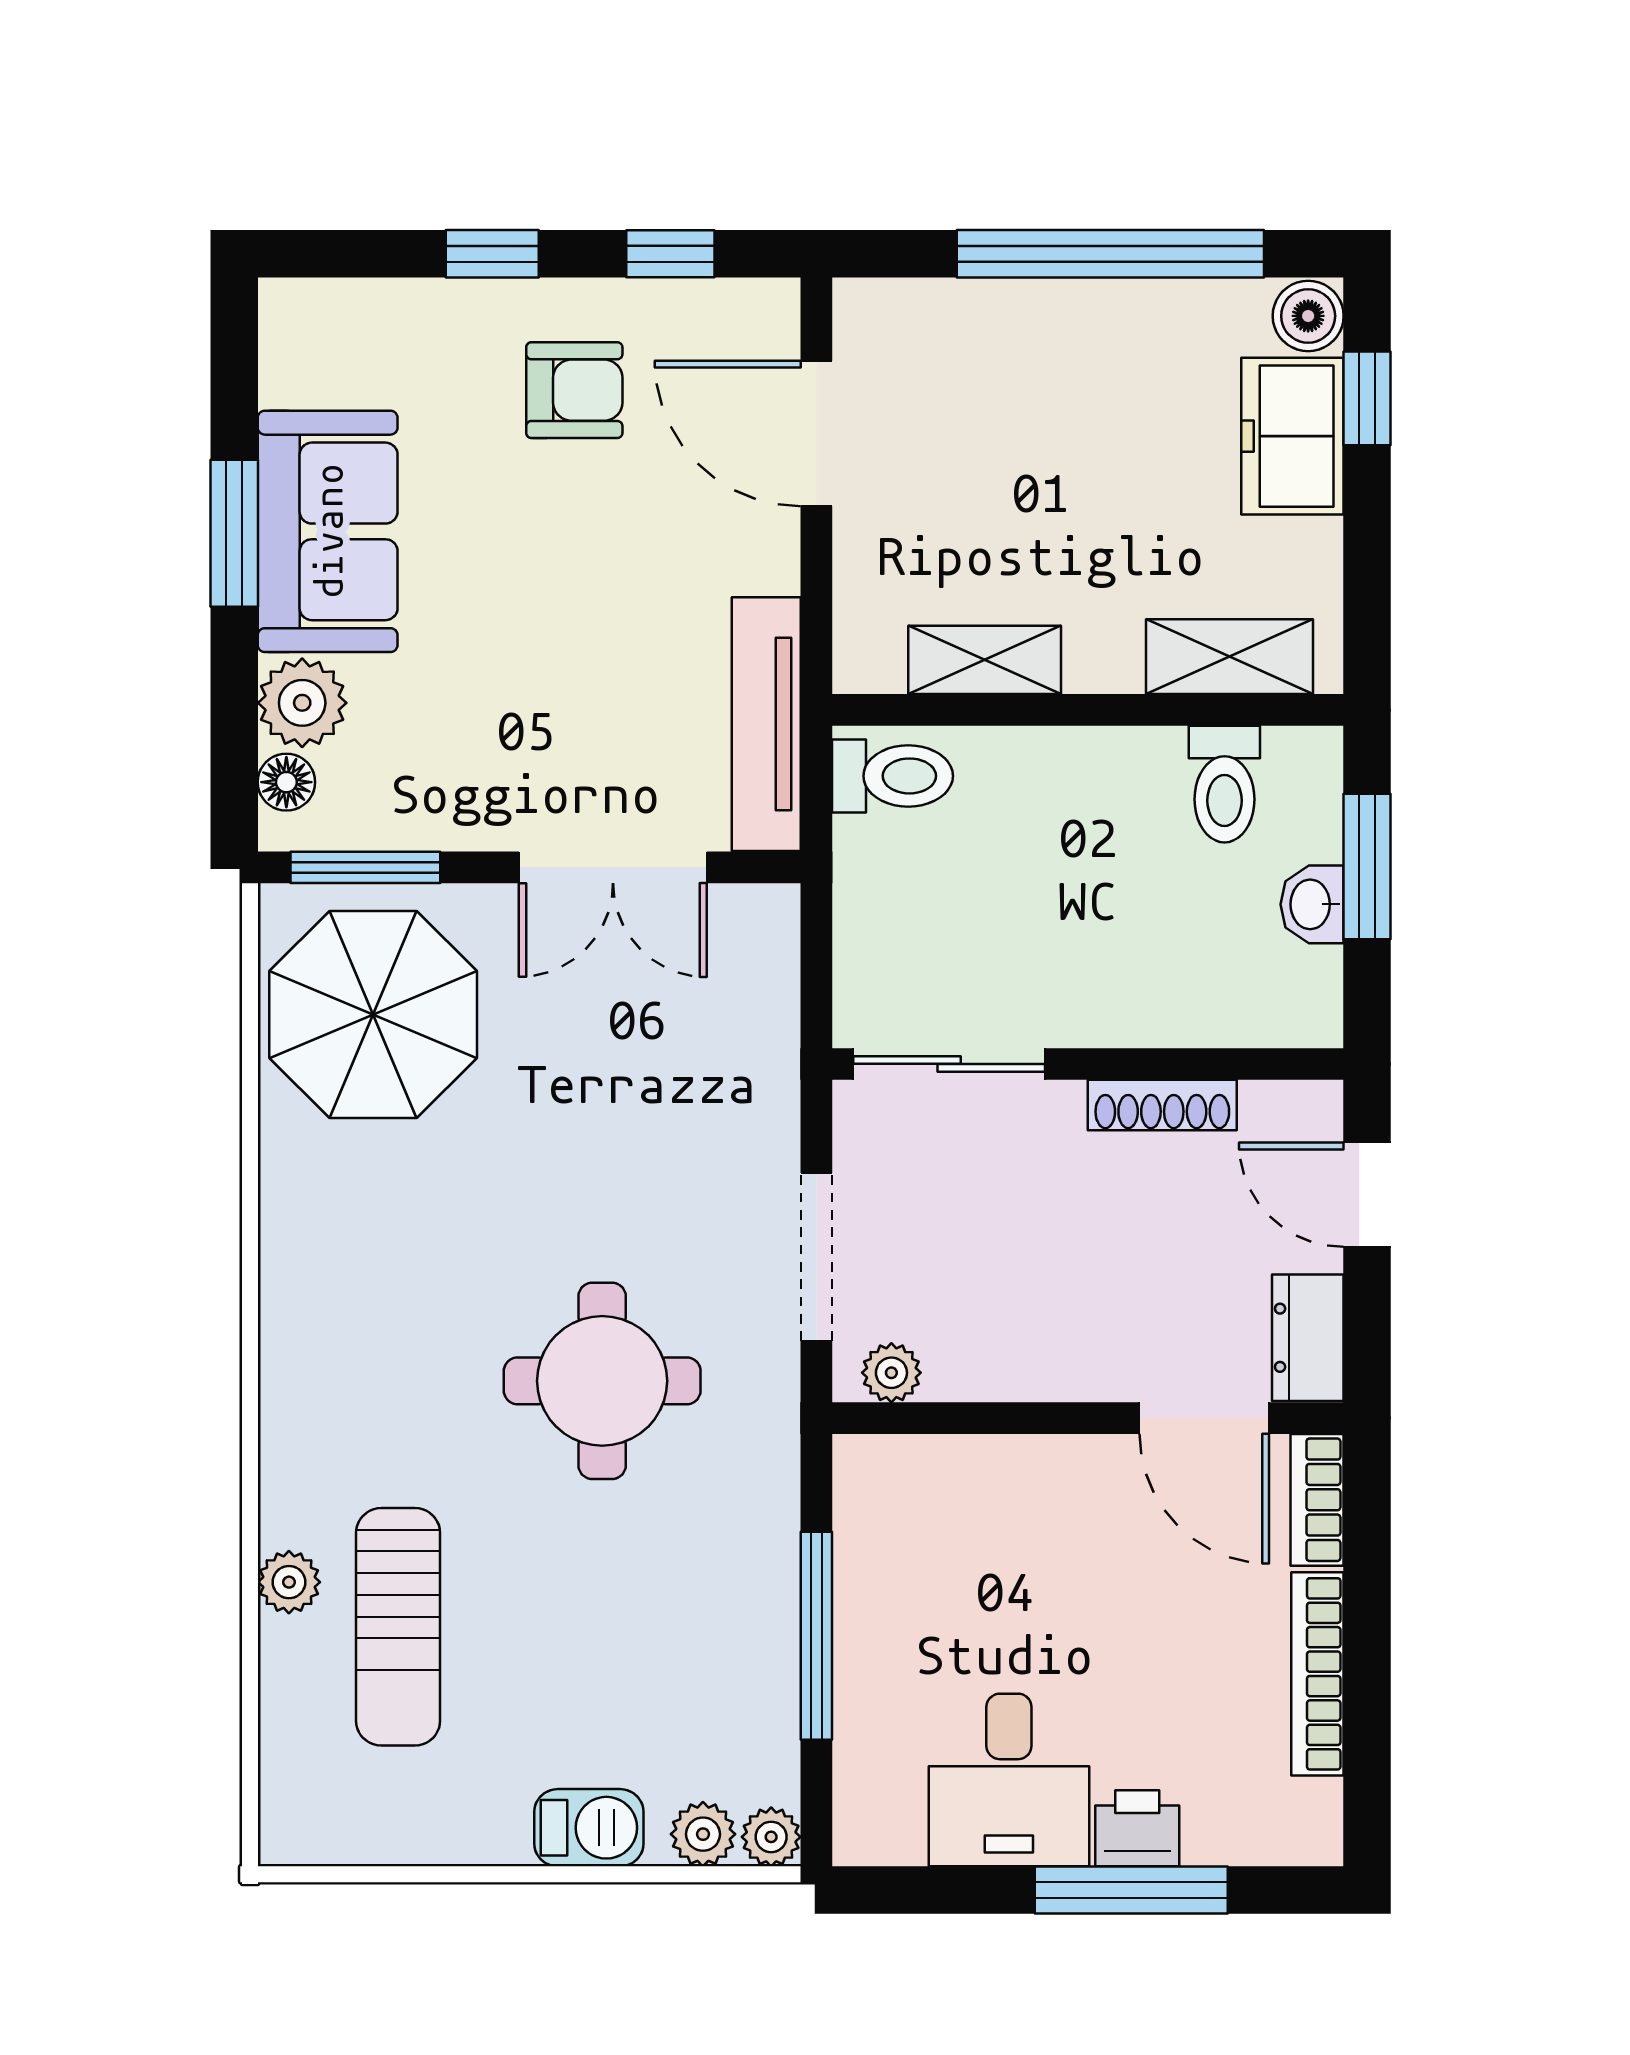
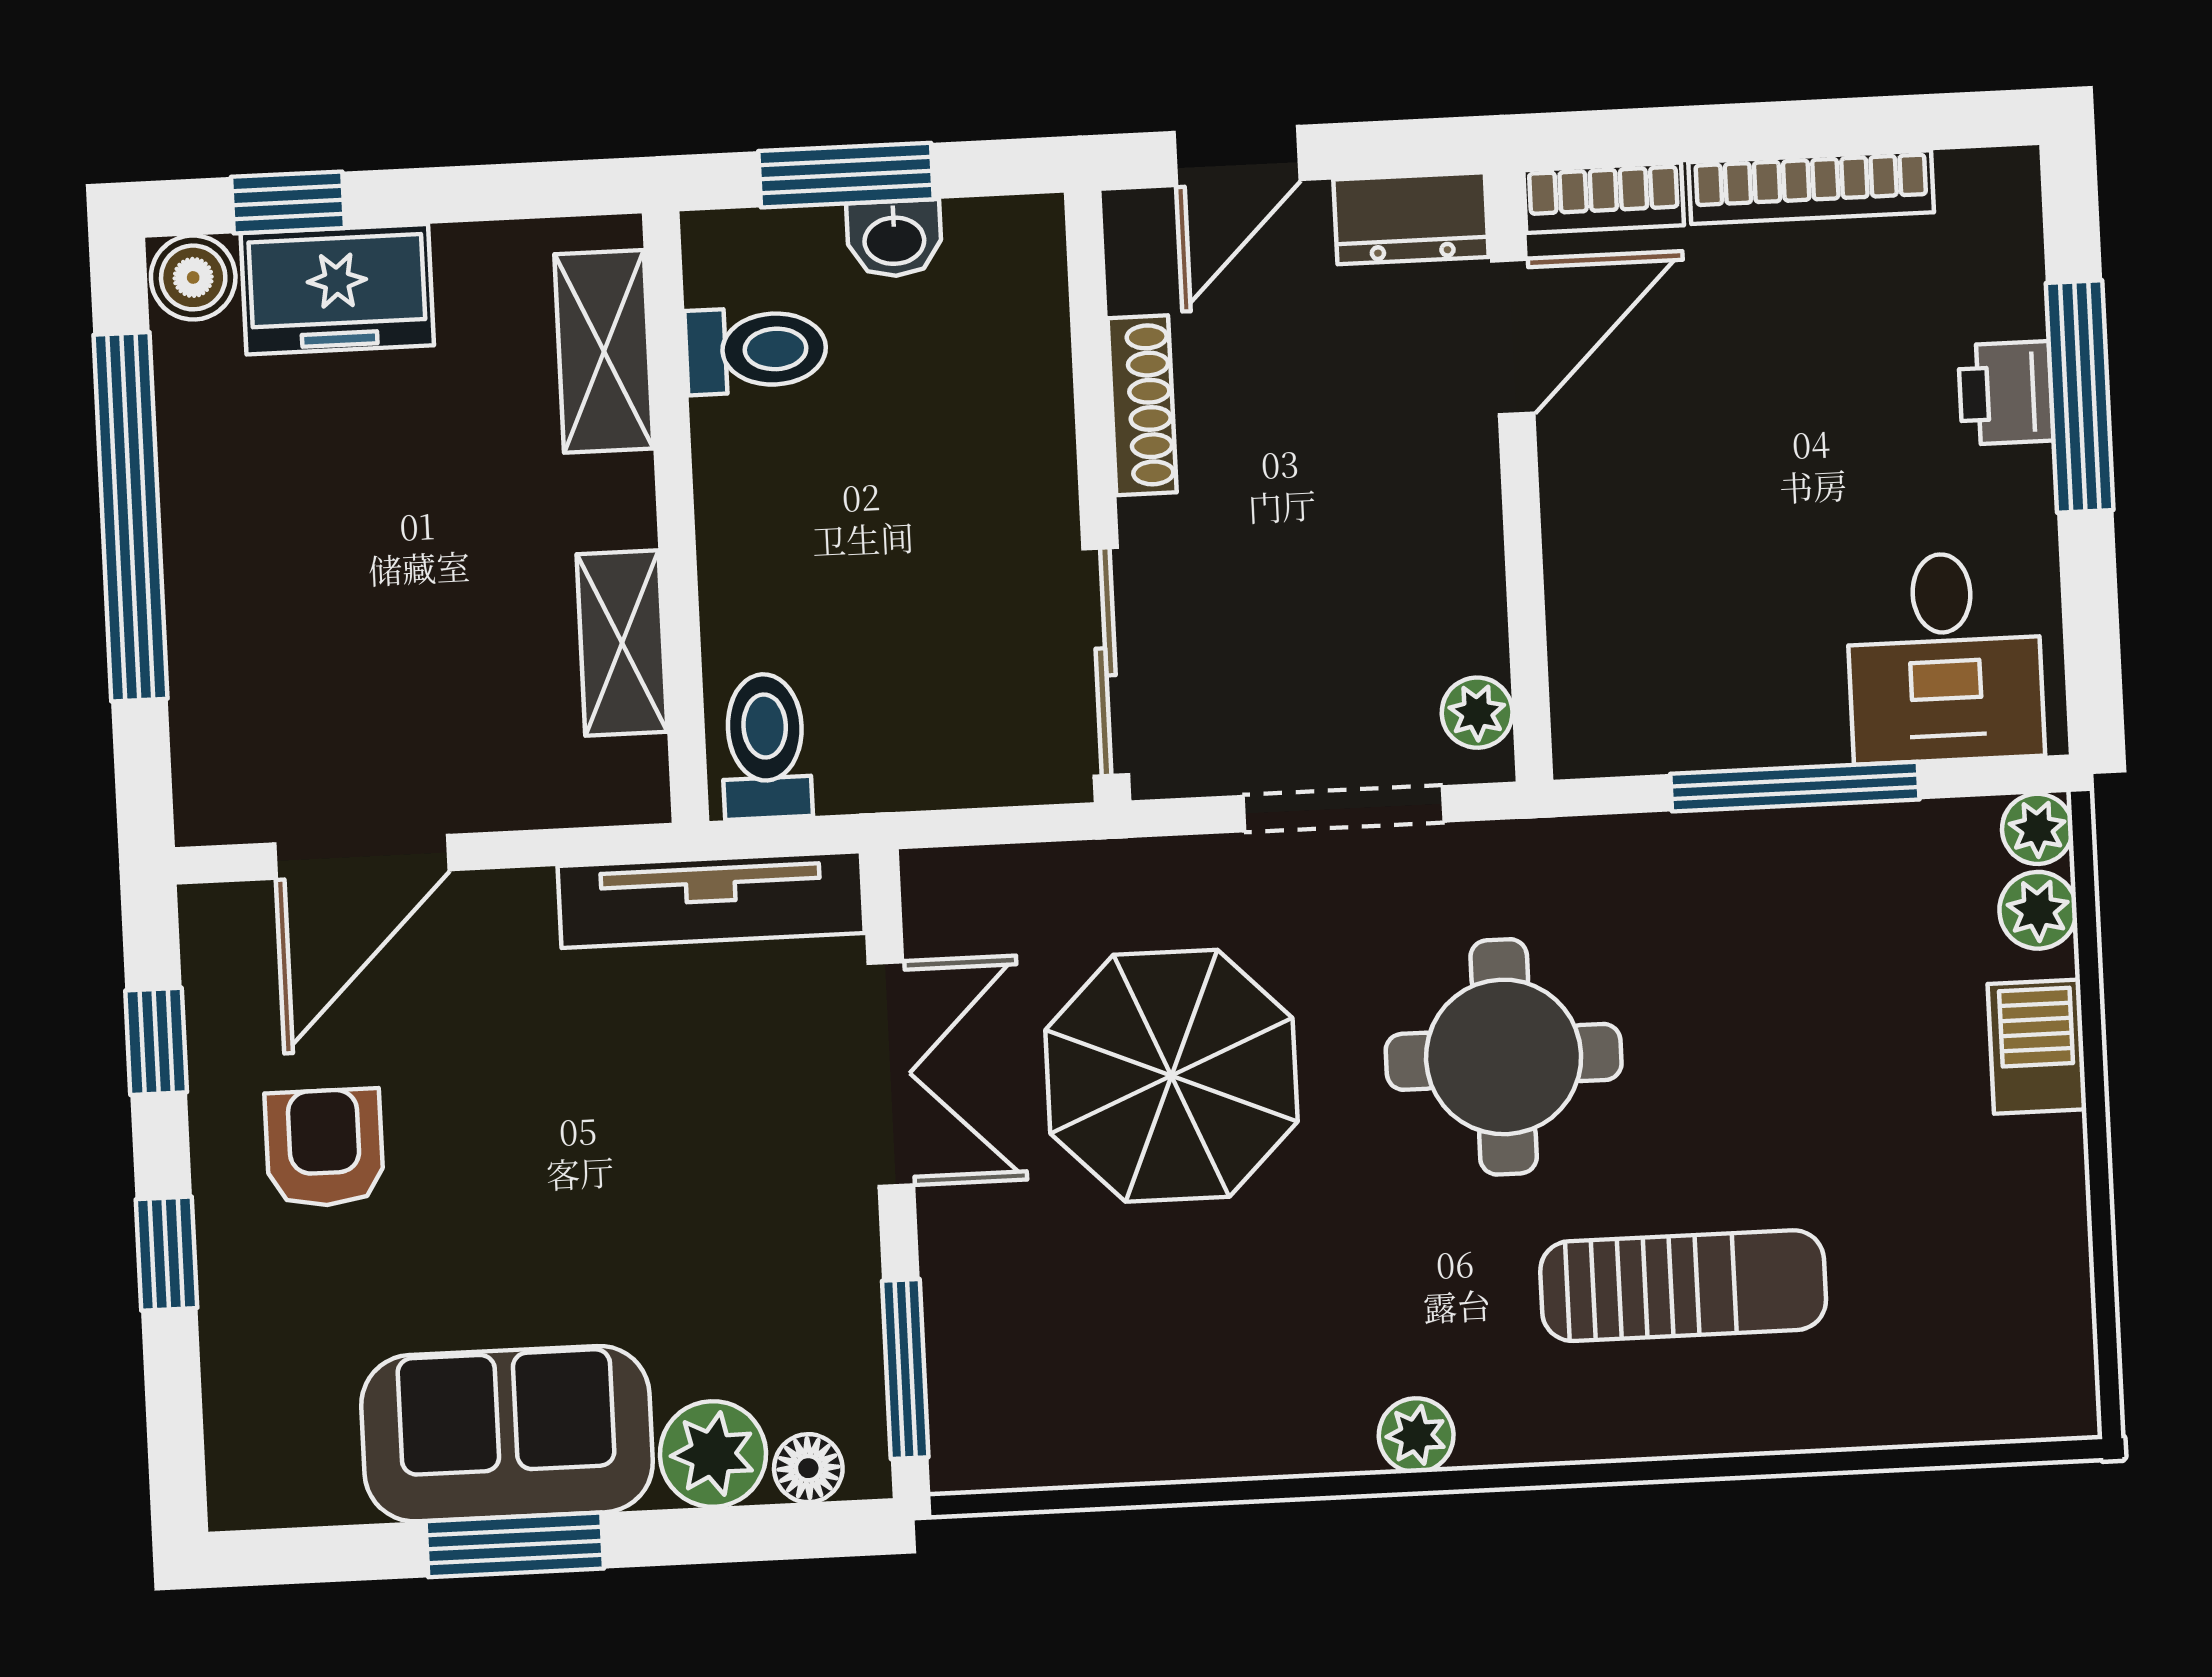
parasol: (373, 1015) -> (1171, 1076), moved
plant: (289, 1582) -> (1416, 1435), moved
sun lounger: (398, 1627) -> (1683, 1286), moved
desk: (1009, 1780) -> (1945, 657), moved, turned 90

